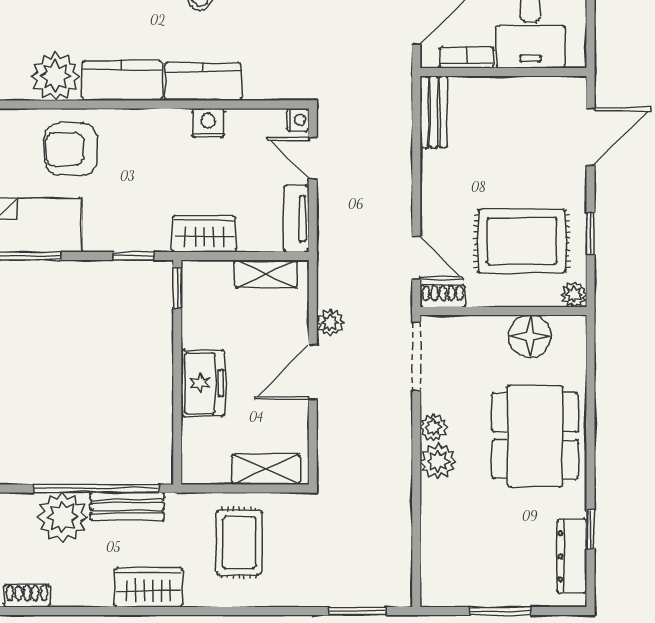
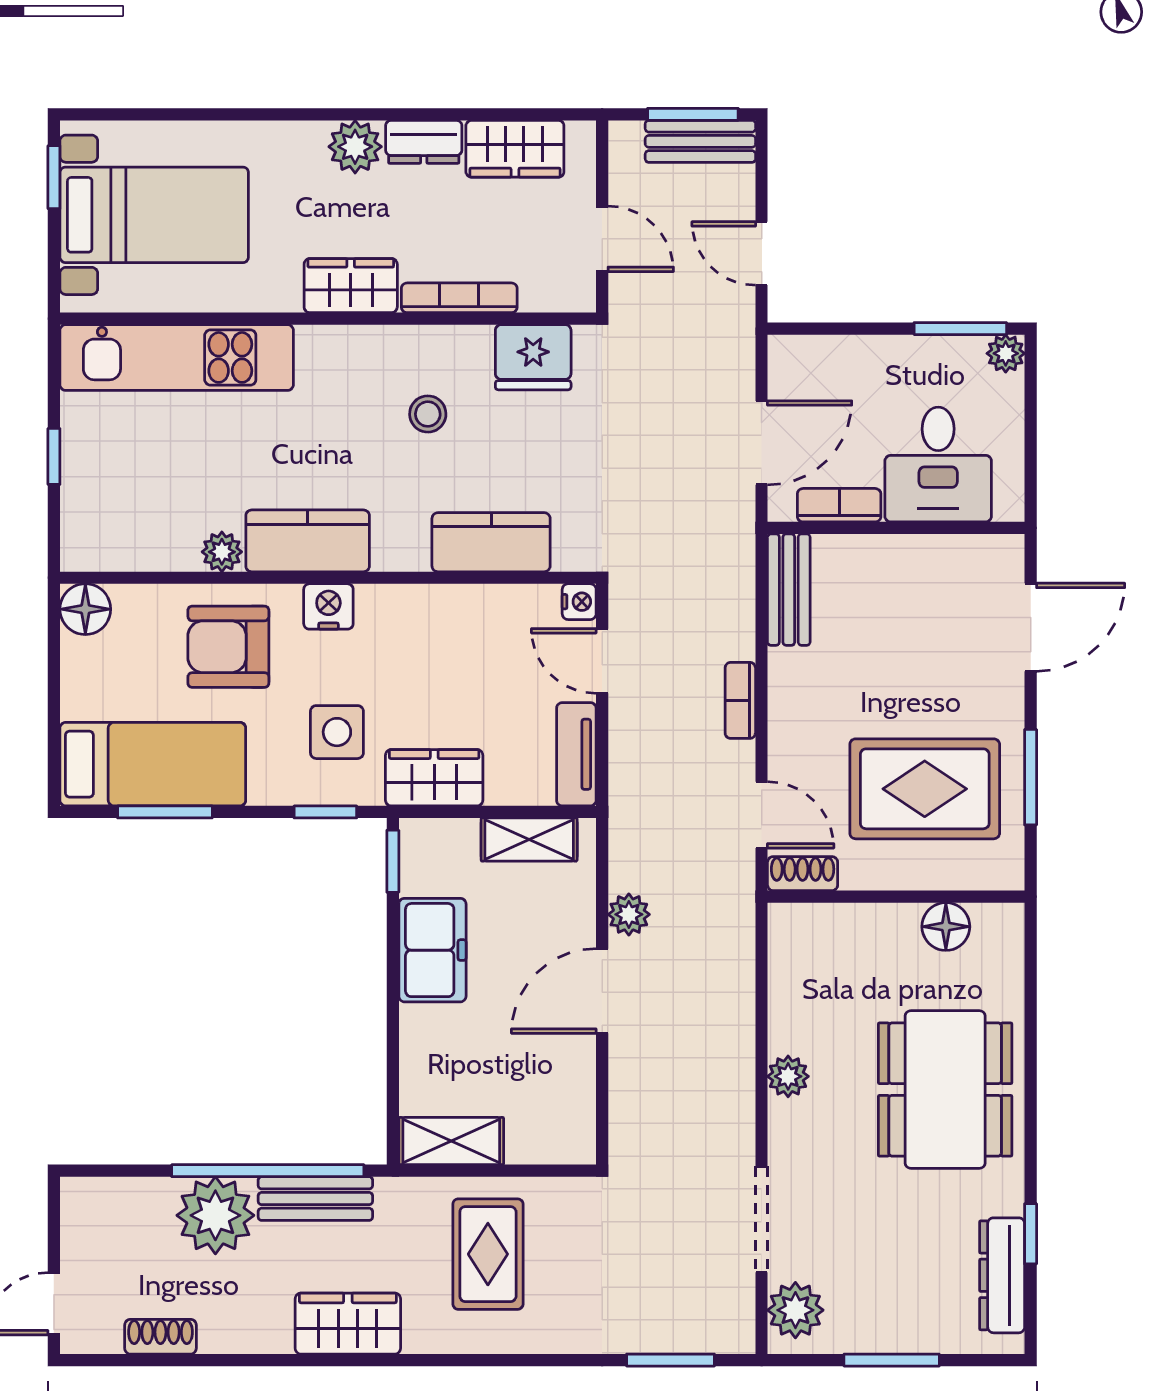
plant: (55, 76) -> (222, 552), width x0.53, depth x0.53
kitchen counter: (203, 81) -> (491, 542), moved
nightstand: (208, 123) -> (328, 606), moved
bookcase: (402, 184) -> (740, 700), added
side table: (141, 204) -> (337, 732), added
window: (590, 234) -> (1031, 777), width x1.50
plant: (574, 294) -> (1005, 871), removed
floor lamp: (530, 336) -> (946, 927), width x0.73, depth x0.73
doorway: (416, 357) -> (762, 1219), moved
freezer: (203, 383) -> (432, 950), moved
plant: (438, 461) -> (795, 1310), moved
shelving: (266, 469) -> (451, 1141), moved

